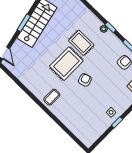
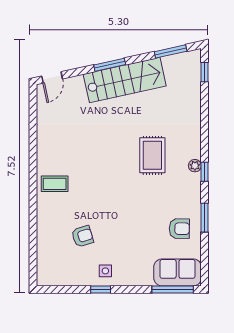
rug: (66, 64) -> (111, 162), removed
armchair: (85, 80) -> (83, 236), moved

